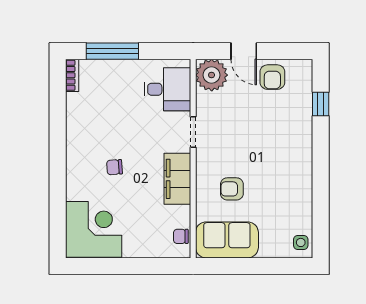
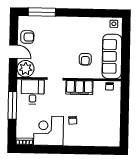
window: (112, 51) -> (12, 105), moved
door: (244, 51) -> (13, 52), hinge flipped
window: (321, 104) -> (42, 12), width x2.17
corner desk: (94, 229) -> (49, 131), moved
sofa: (227, 240) -> (112, 56), width x1.36

